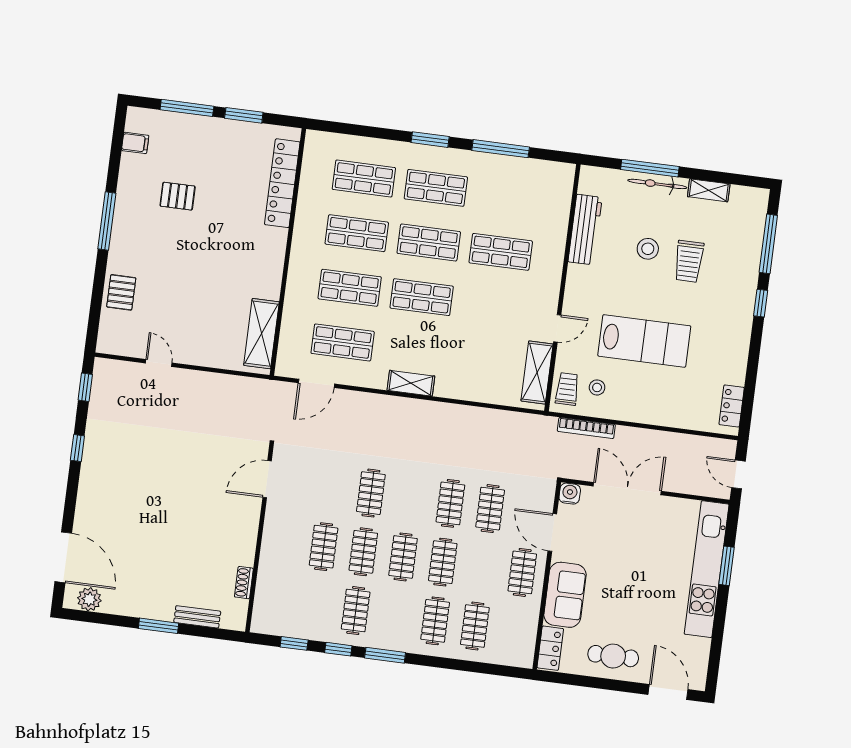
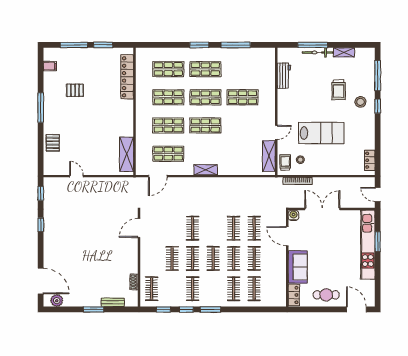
workbench: (585, 230) -> (284, 76), width x0.73
stool: (648, 249) -> (360, 102), moved
clothes rail: (522, 572) -> (254, 258), moved
clothes rail: (276, 600) -> (152, 289), added

